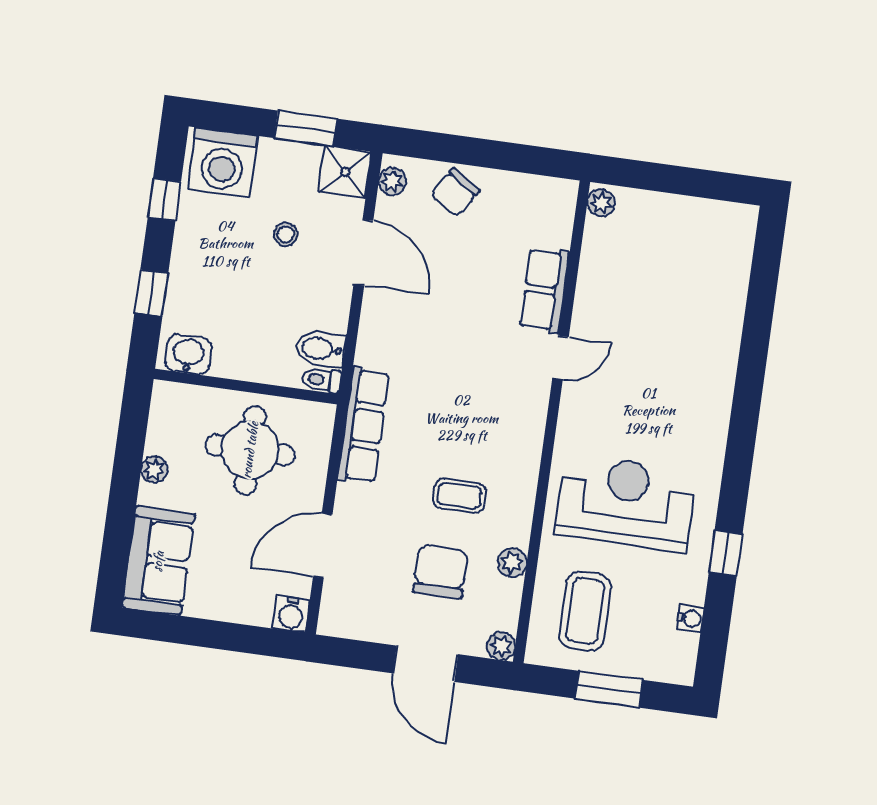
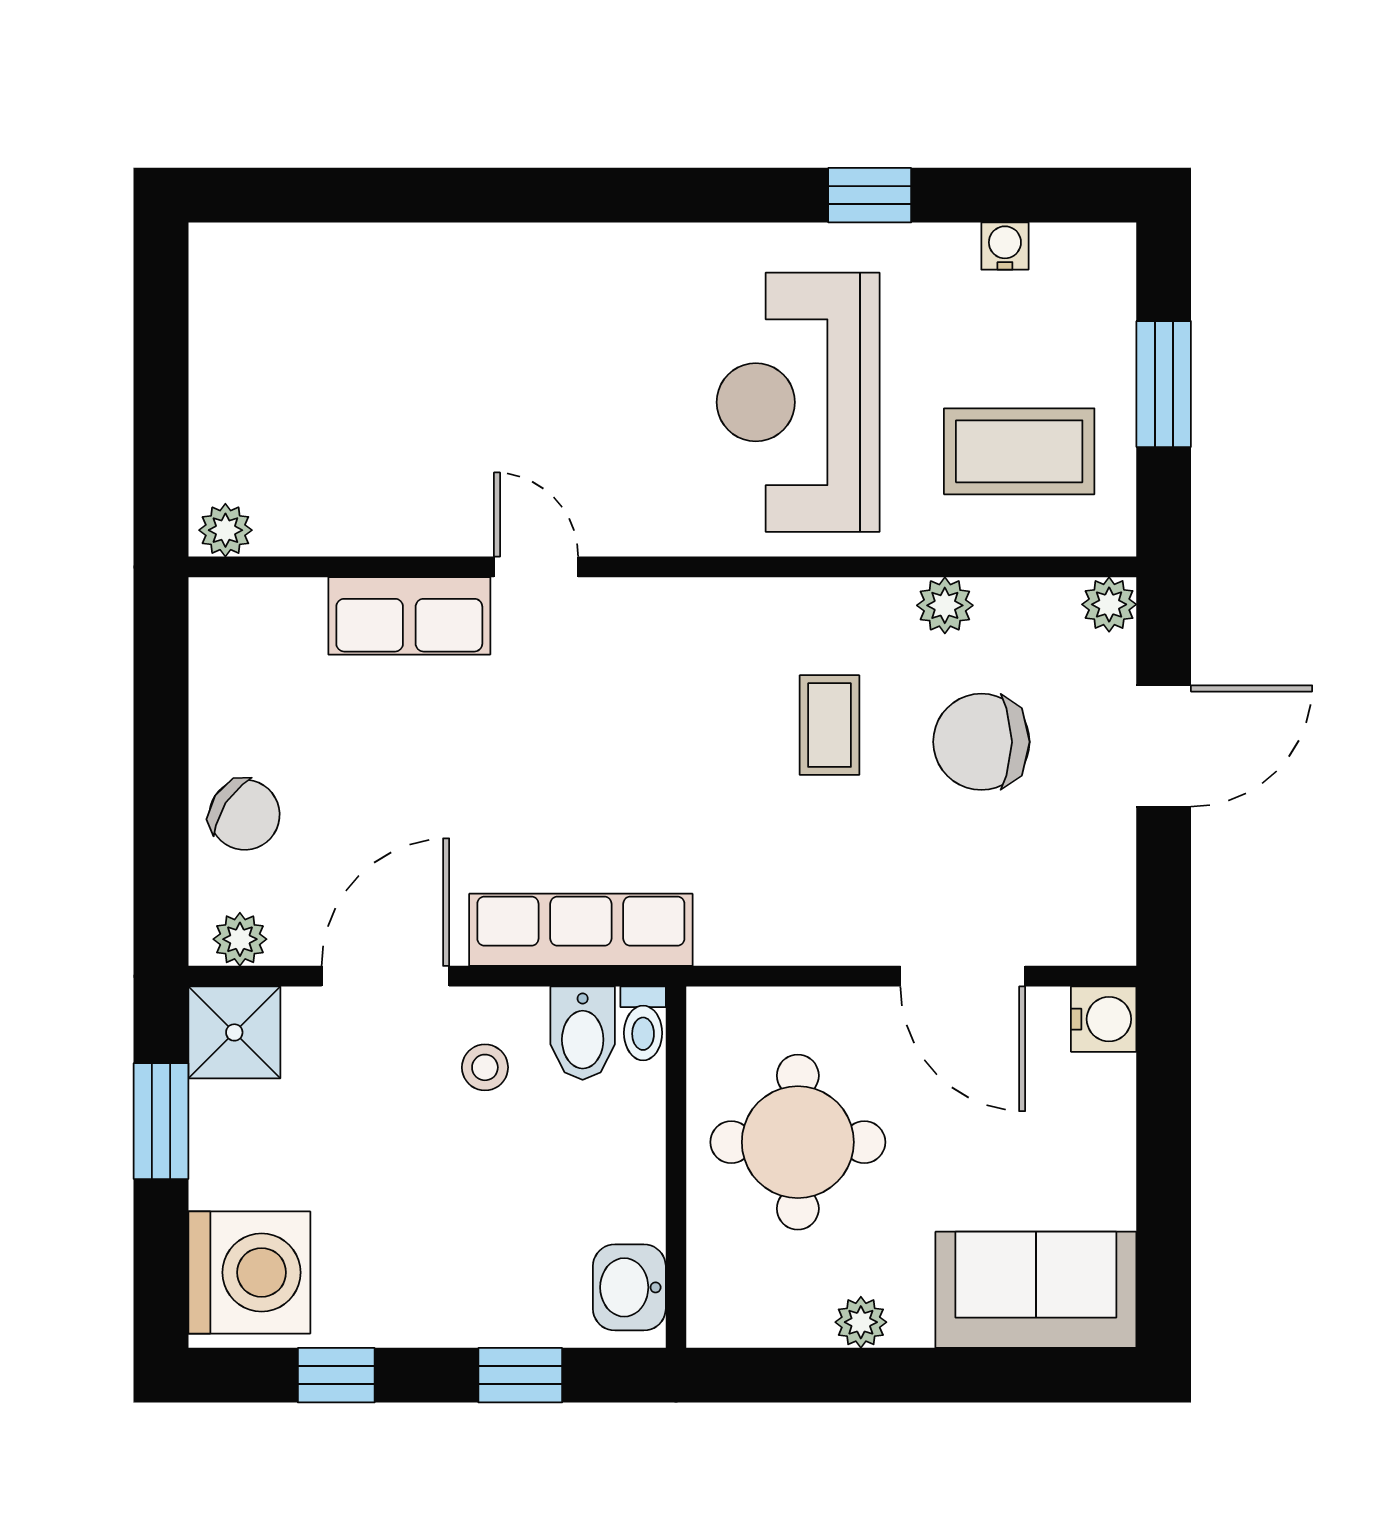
stool: (286, 234) -> (485, 1067), moved
row of seats: (363, 426) -> (581, 930), moved

